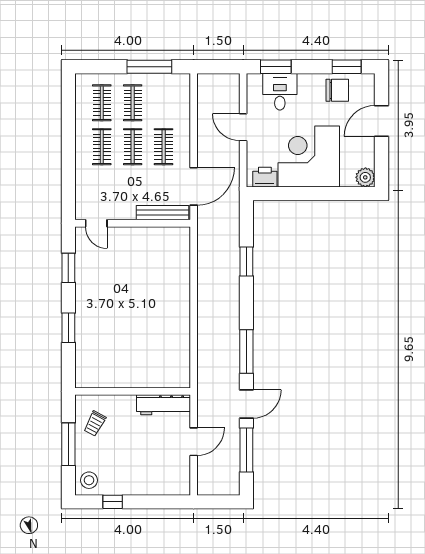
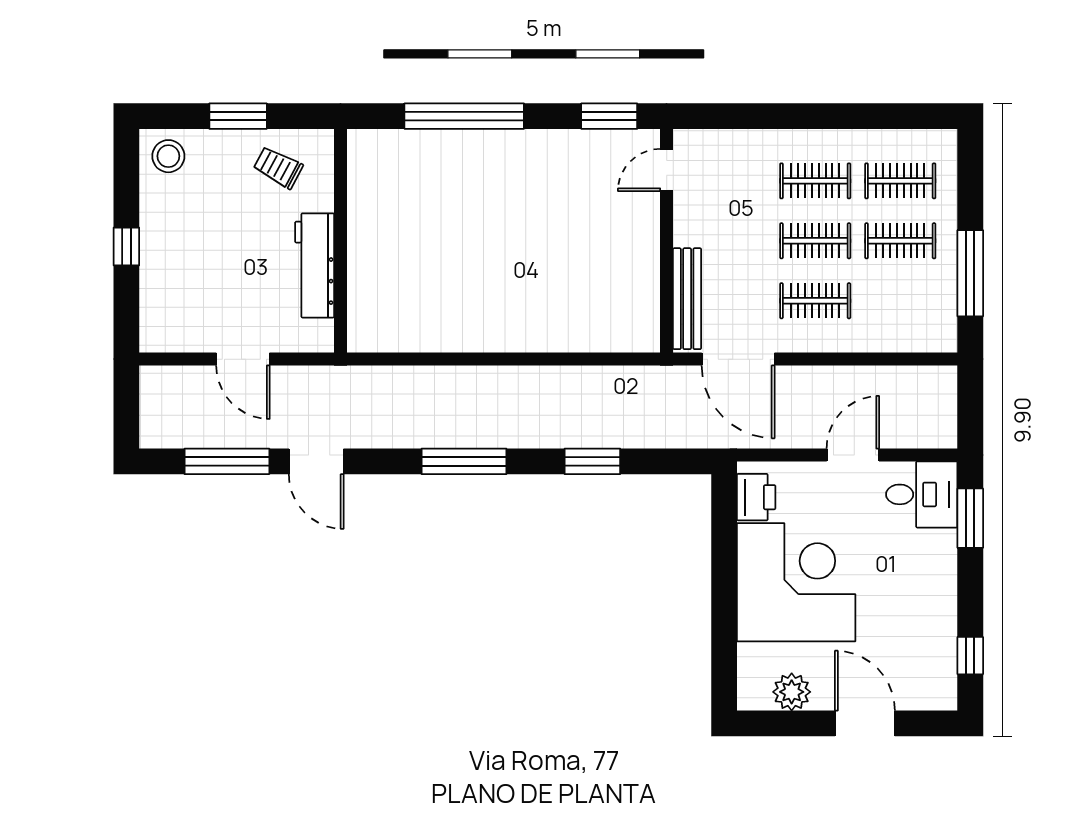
window: (347, 67) -> (970, 656), width x0.67
chair: (337, 90) -> (925, 638), removed
desk: (280, 92) -> (922, 494), moved
plant: (365, 177) -> (792, 692), moved
window: (68, 268) -> (609, 116), moved
window: (68, 328) -> (464, 116), width x2.11
window: (246, 352) -> (464, 461), moved
workbench: (163, 405) -> (315, 265), moved
window: (68, 444) -> (238, 116), width x0.69
window: (113, 502) -> (126, 247), moved

